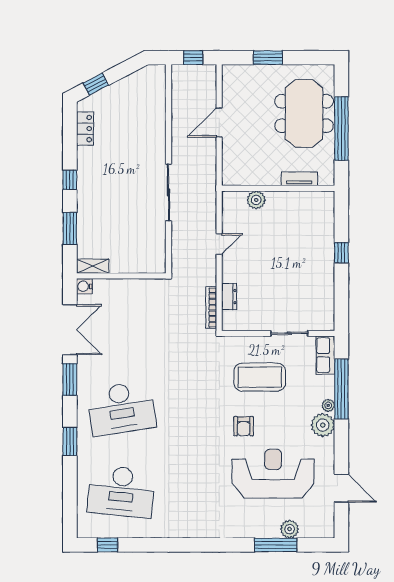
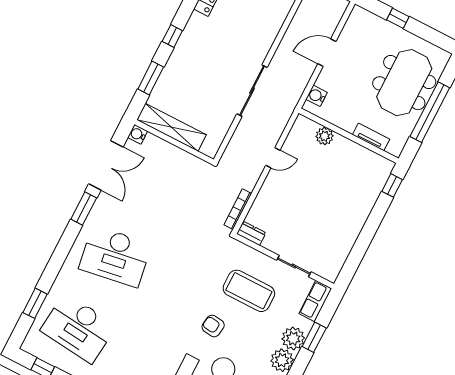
window: (268, 58) -> (398, 18), width x0.67
water cooler: (230, 167) -> (317, 96), added
window: (341, 253) -> (392, 185), moved
shelving: (93, 266) -> (172, 127), width x2.20, depth x1.33
dresser: (229, 297) -> (251, 233), moved, turned -90
window: (341, 389) -> (314, 337), width x0.47
plant: (328, 405) -> (293, 338), width x1.88, depth x1.88
armchair: (244, 426) -> (213, 326), turned 97
window: (70, 441) -> (35, 303), moved

